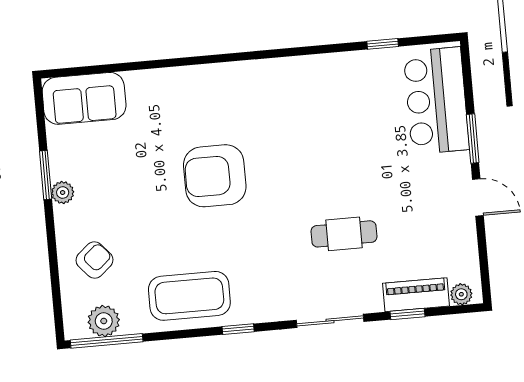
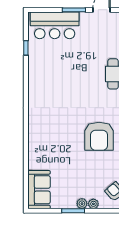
armchair: (215, 176) -> (99, 136), moved
plant: (64, 217) -> (93, 204), added

